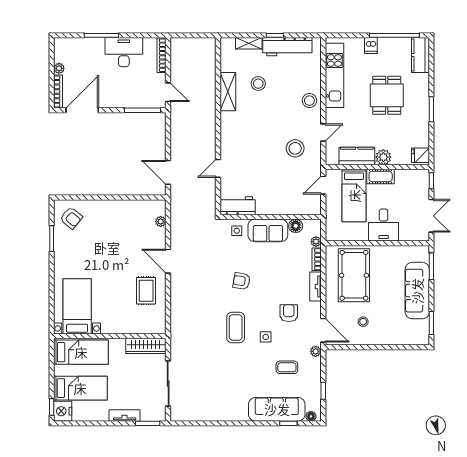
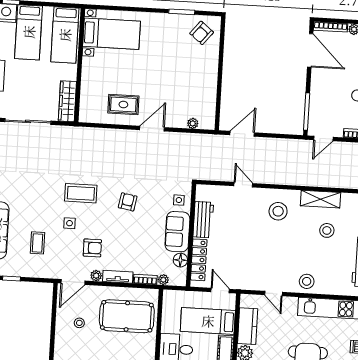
stool: (295, 148) -> (278, 211), moved
workbench: (238, 206) -> (203, 220), moved
locker: (294, 208) -> (199, 260), added
plant: (316, 351) -> (96, 276), moved

